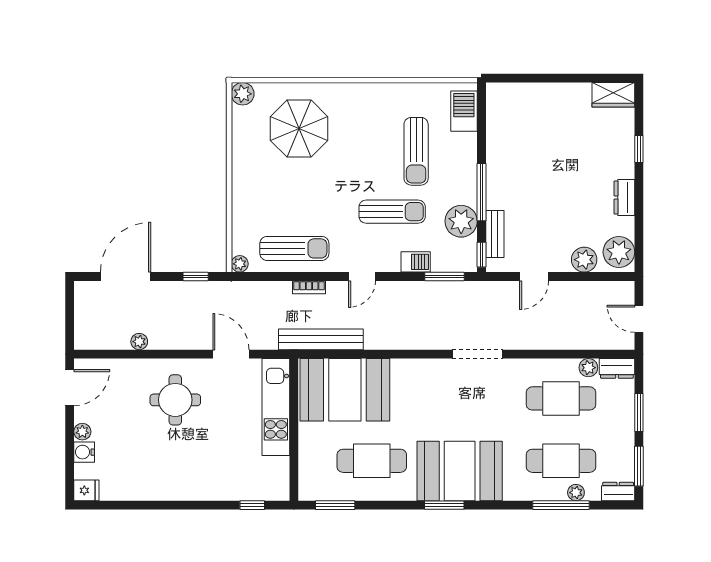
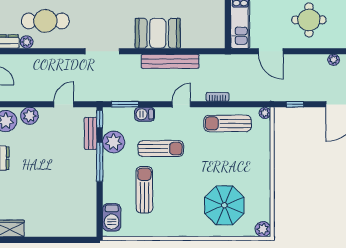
sun lounger: (392, 212) -> (161, 149), turned 180
bench: (321, 339) -> (170, 61), moved
booth: (345, 390) -> (158, 33), moved, width x0.73, depth x0.70

